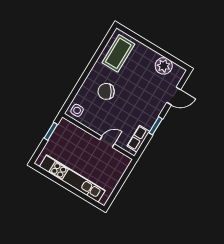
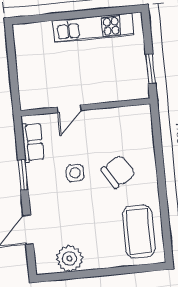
side table: (77, 110) -> (75, 173), moved
kitchen unit: (72, 178) -> (93, 28), width x0.73

